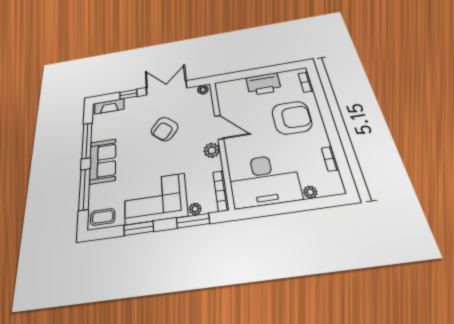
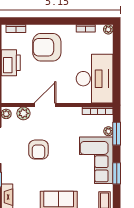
armchair: (292, 118) -> (47, 47), turned -90
armchair: (165, 129) -> (38, 150), turned 50
plant: (212, 150) -> (23, 113), moved
plant: (310, 192) -> (108, 29), moved

